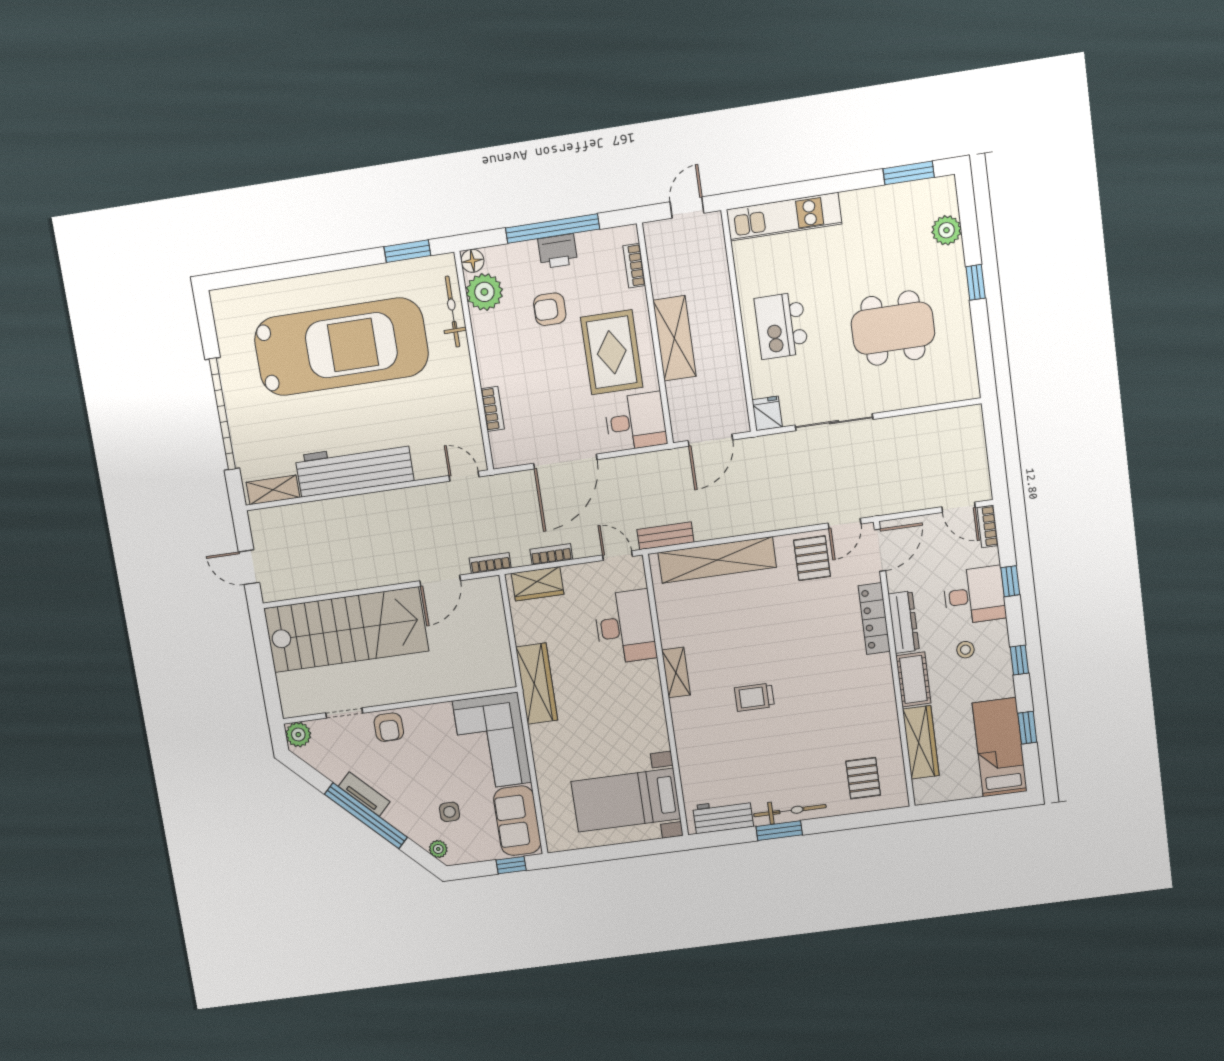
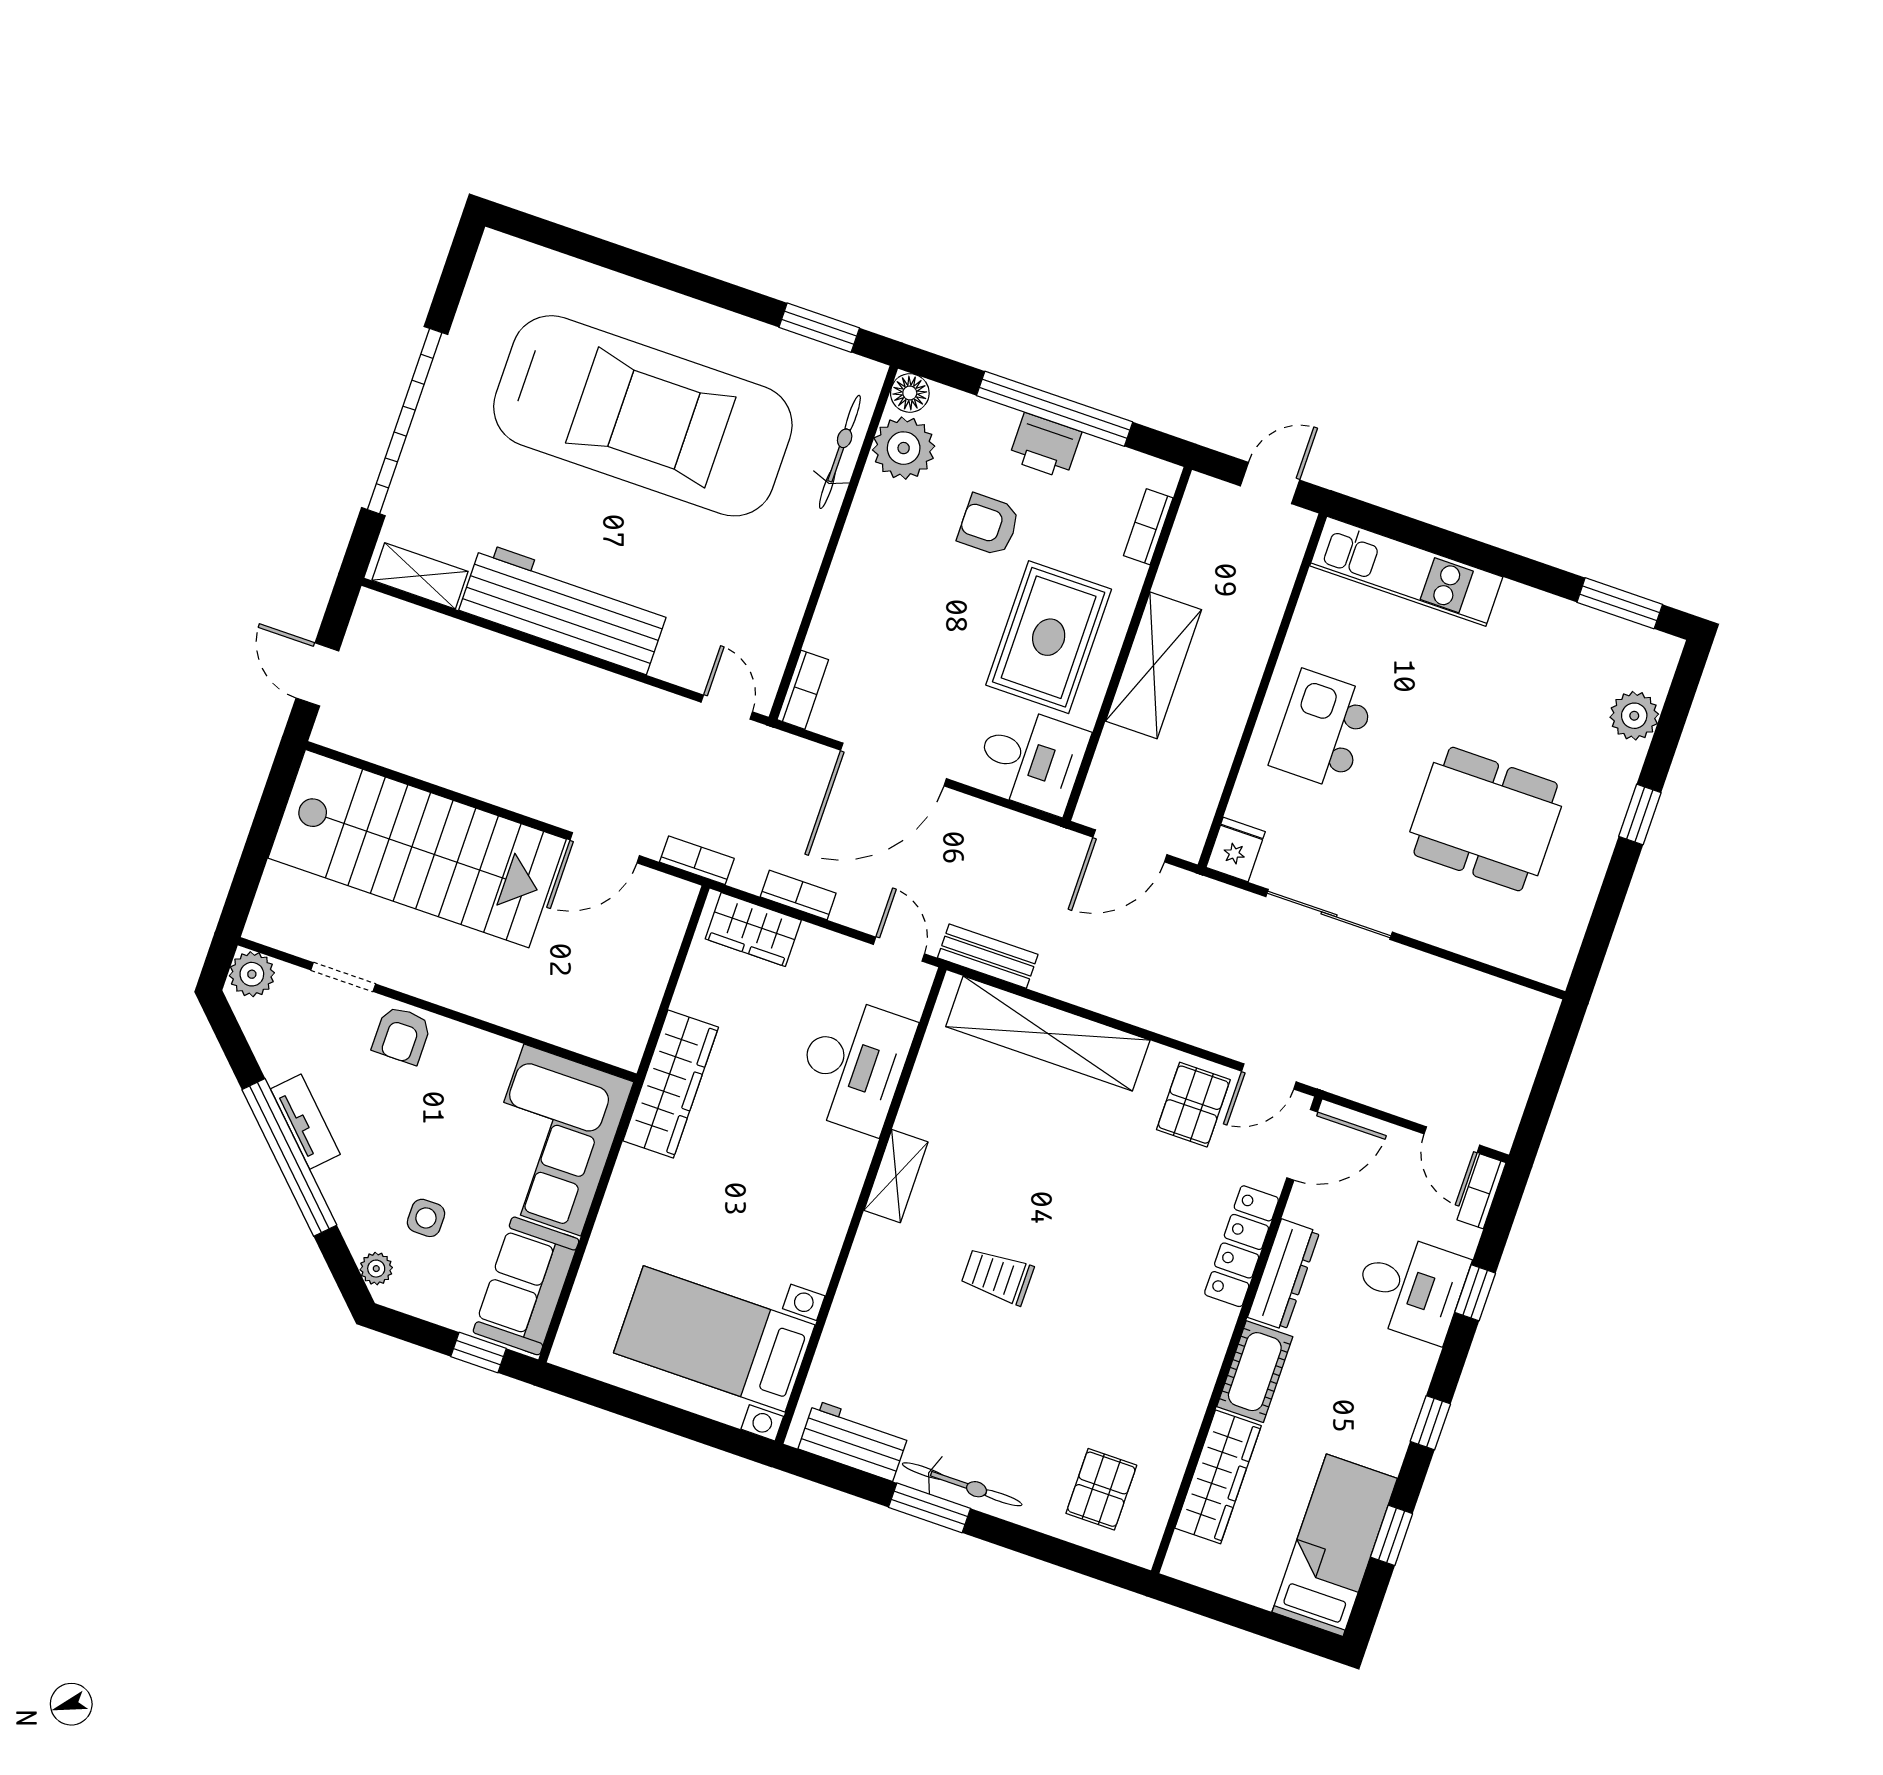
bookcase: (492, 409) -> (803, 690), moved
stool: (965, 650) -> (1357, 1365), removed

